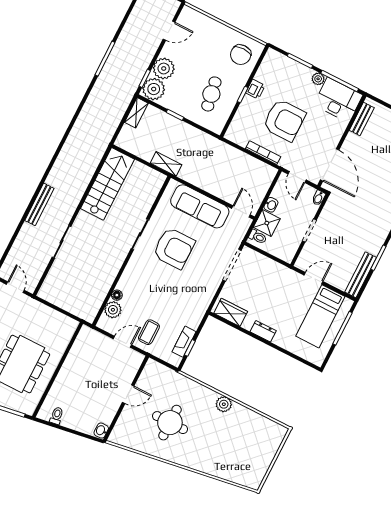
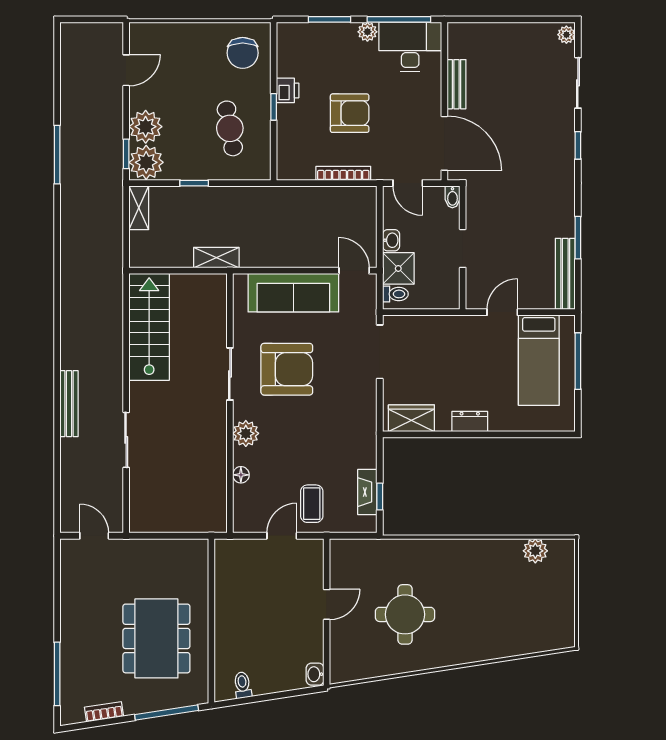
bench: (362, 119) -> (456, 84), moved
armchair: (284, 120) -> (350, 113), width x0.73, depth x0.73
plant: (113, 310) -> (246, 433), moved
plant: (224, 404) -> (535, 551), moved

